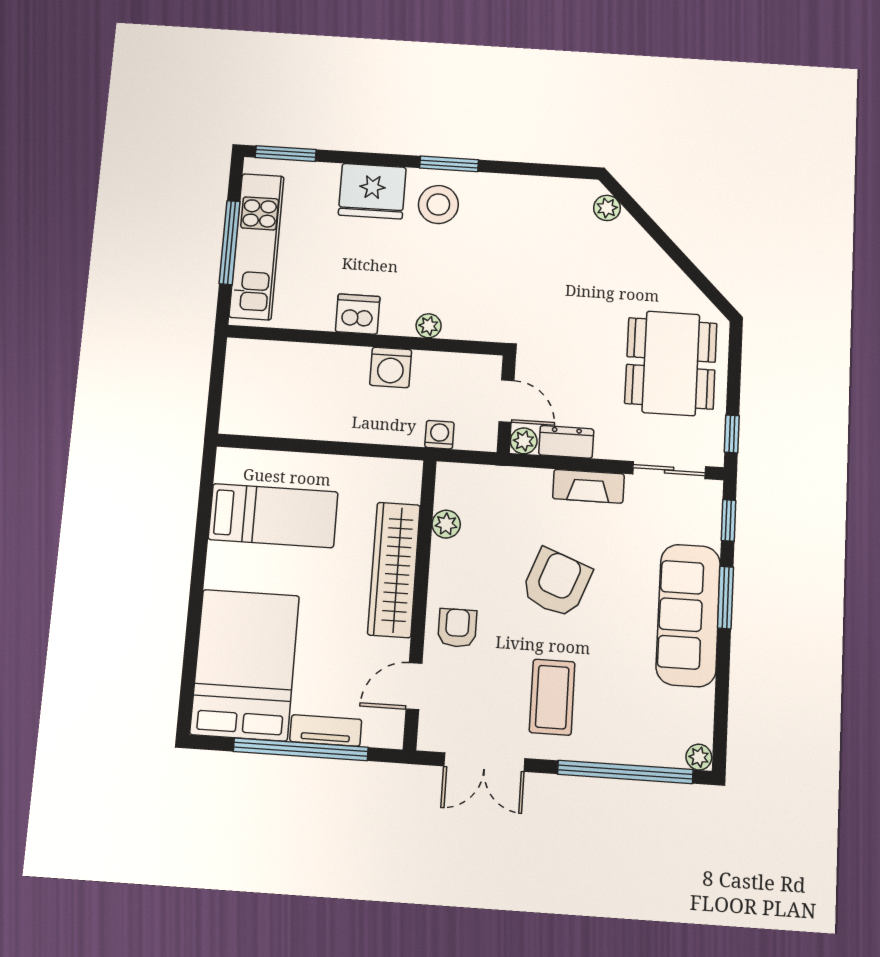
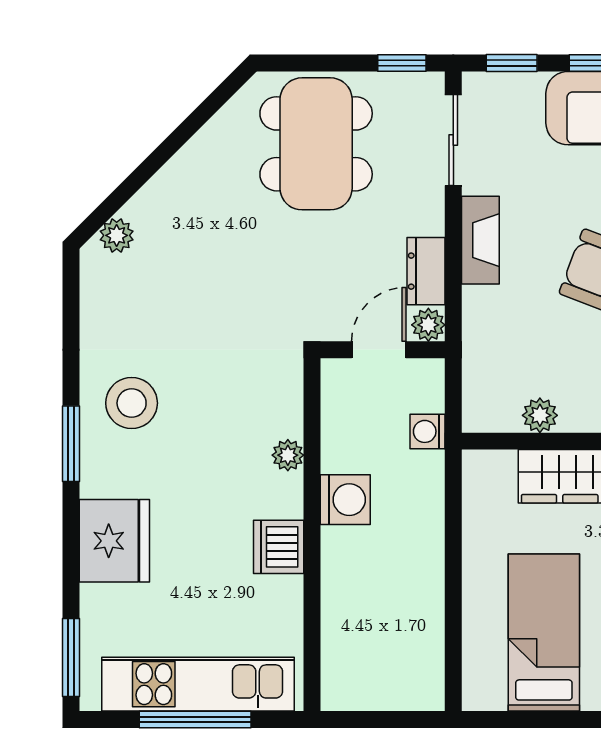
stool: (438, 205) -> (132, 403), moved
dining table: (671, 363) -> (316, 144), turned 90

